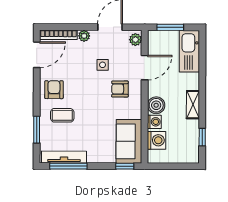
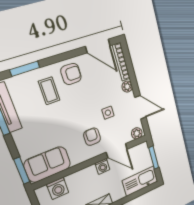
boiler: (156, 105) -> (89, 174), removed
washing machine: (154, 122) -> (102, 166), moved
window: (125, 166) -> (22, 171), width x1.50

